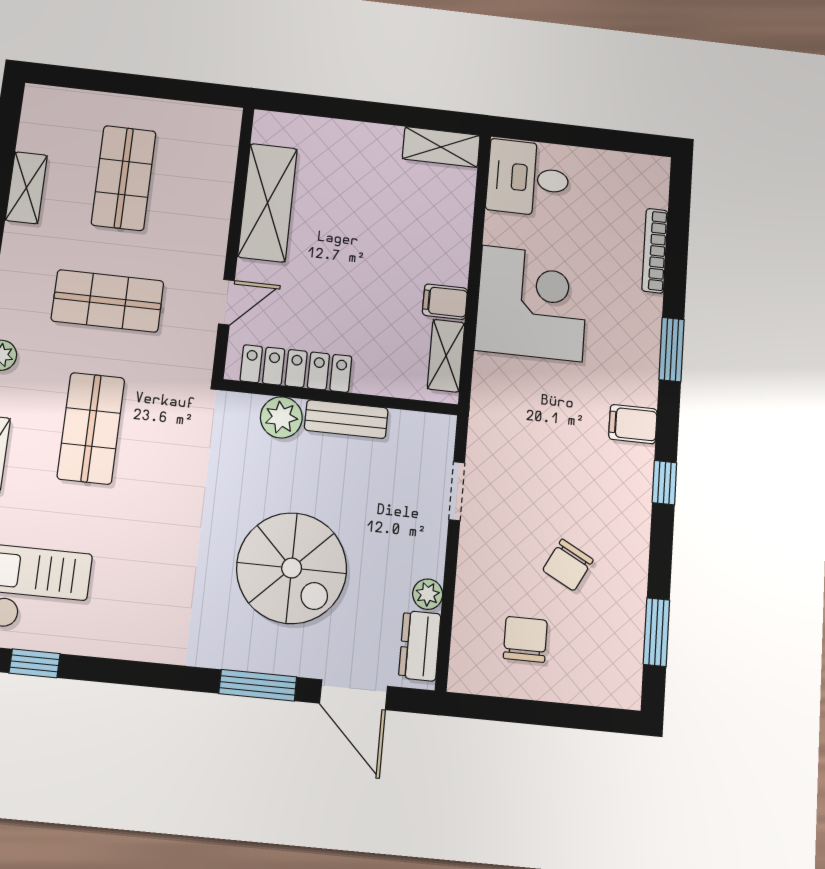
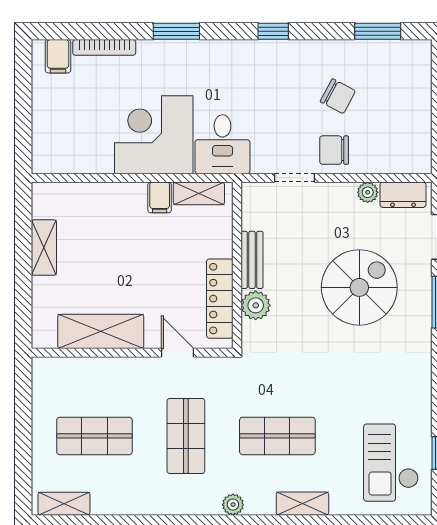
shelving: (441, 147) -> (44, 248), moved
desk: (528, 178) -> (222, 144), moved
shelving: (26, 188) -> (64, 504), moved
filing cabinet: (633, 424) -> (58, 56), moved
chair: (525, 639) -> (334, 150), moved

